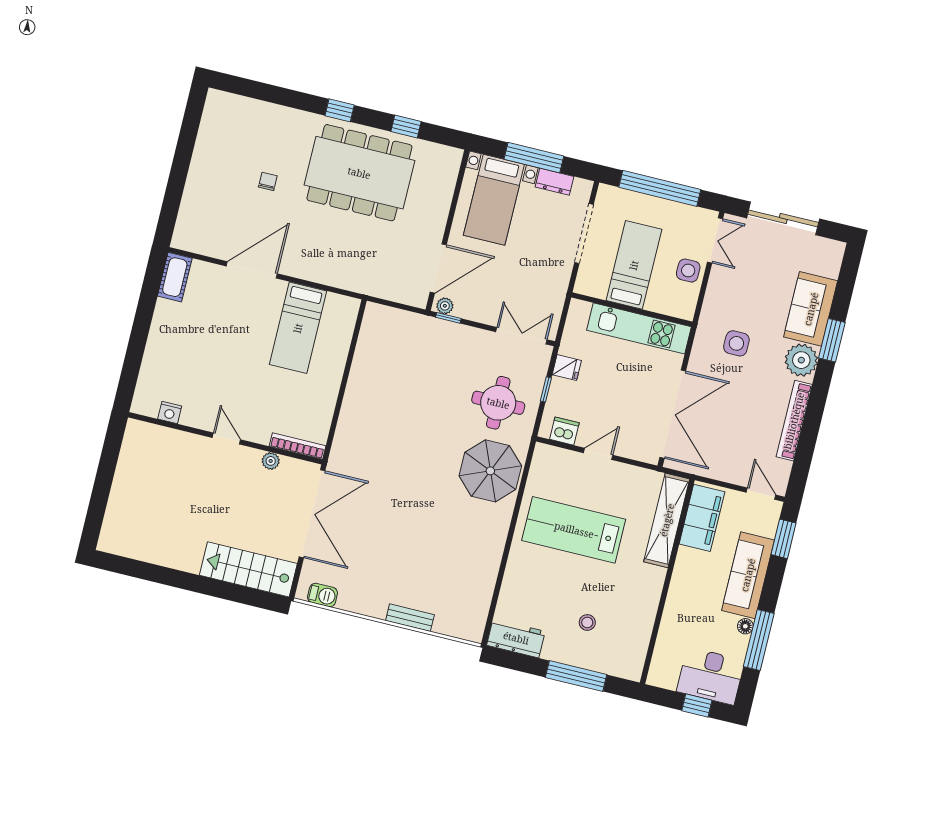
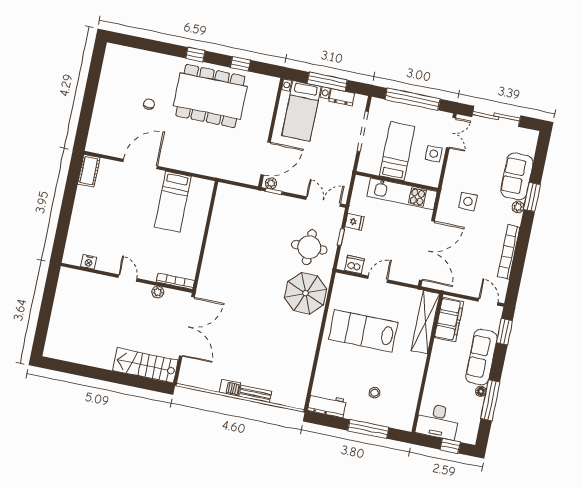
plant: (801, 360) -> (518, 207), width x0.53, depth x0.53
barbecue: (323, 595) -> (230, 388), moved
desk: (711, 676) -> (438, 421), moved

